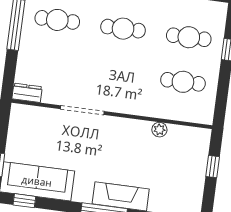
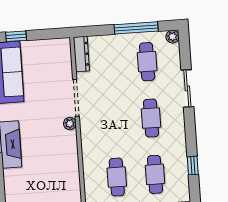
dresser: (27, 93) -> (81, 54), width x1.44
plant: (159, 130) -> (70, 124), moved

